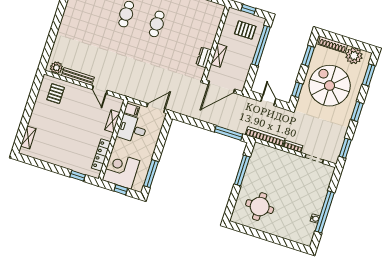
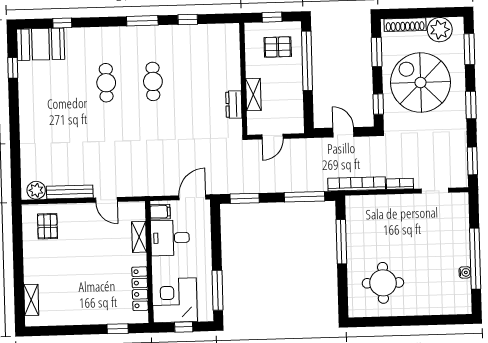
door: (222, 87) -> (273, 137), width x0.53
window: (189, 120) -> (245, 198), added

